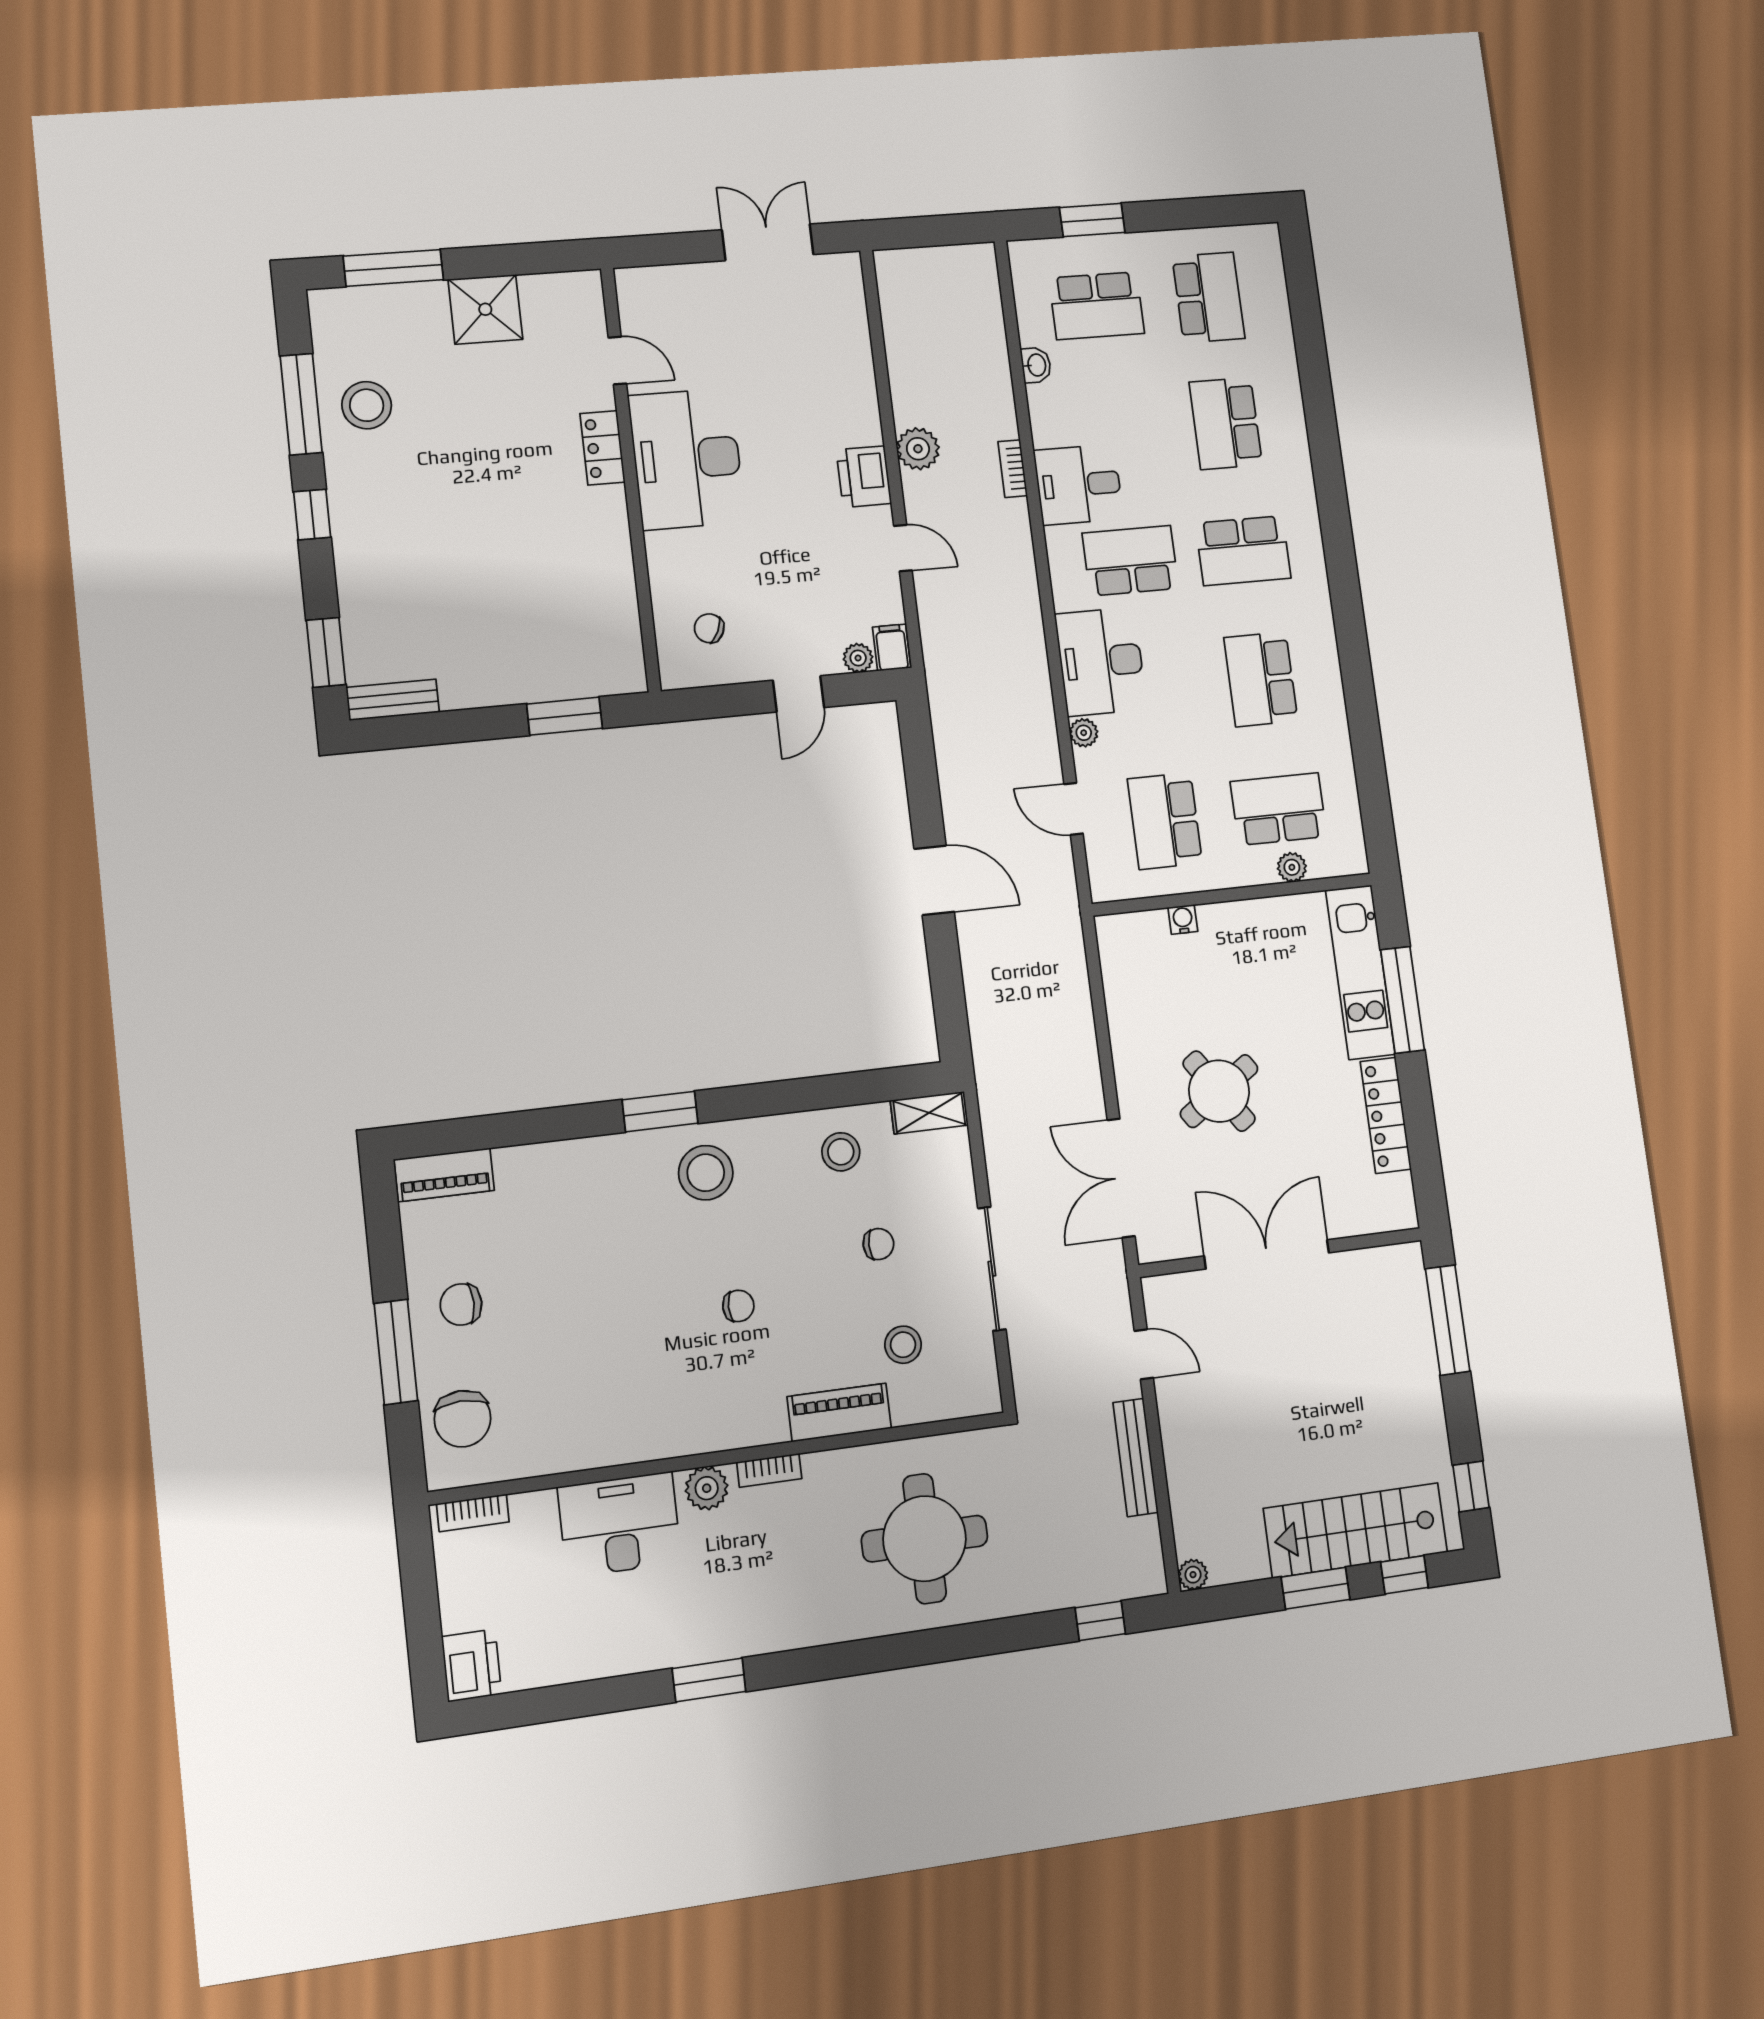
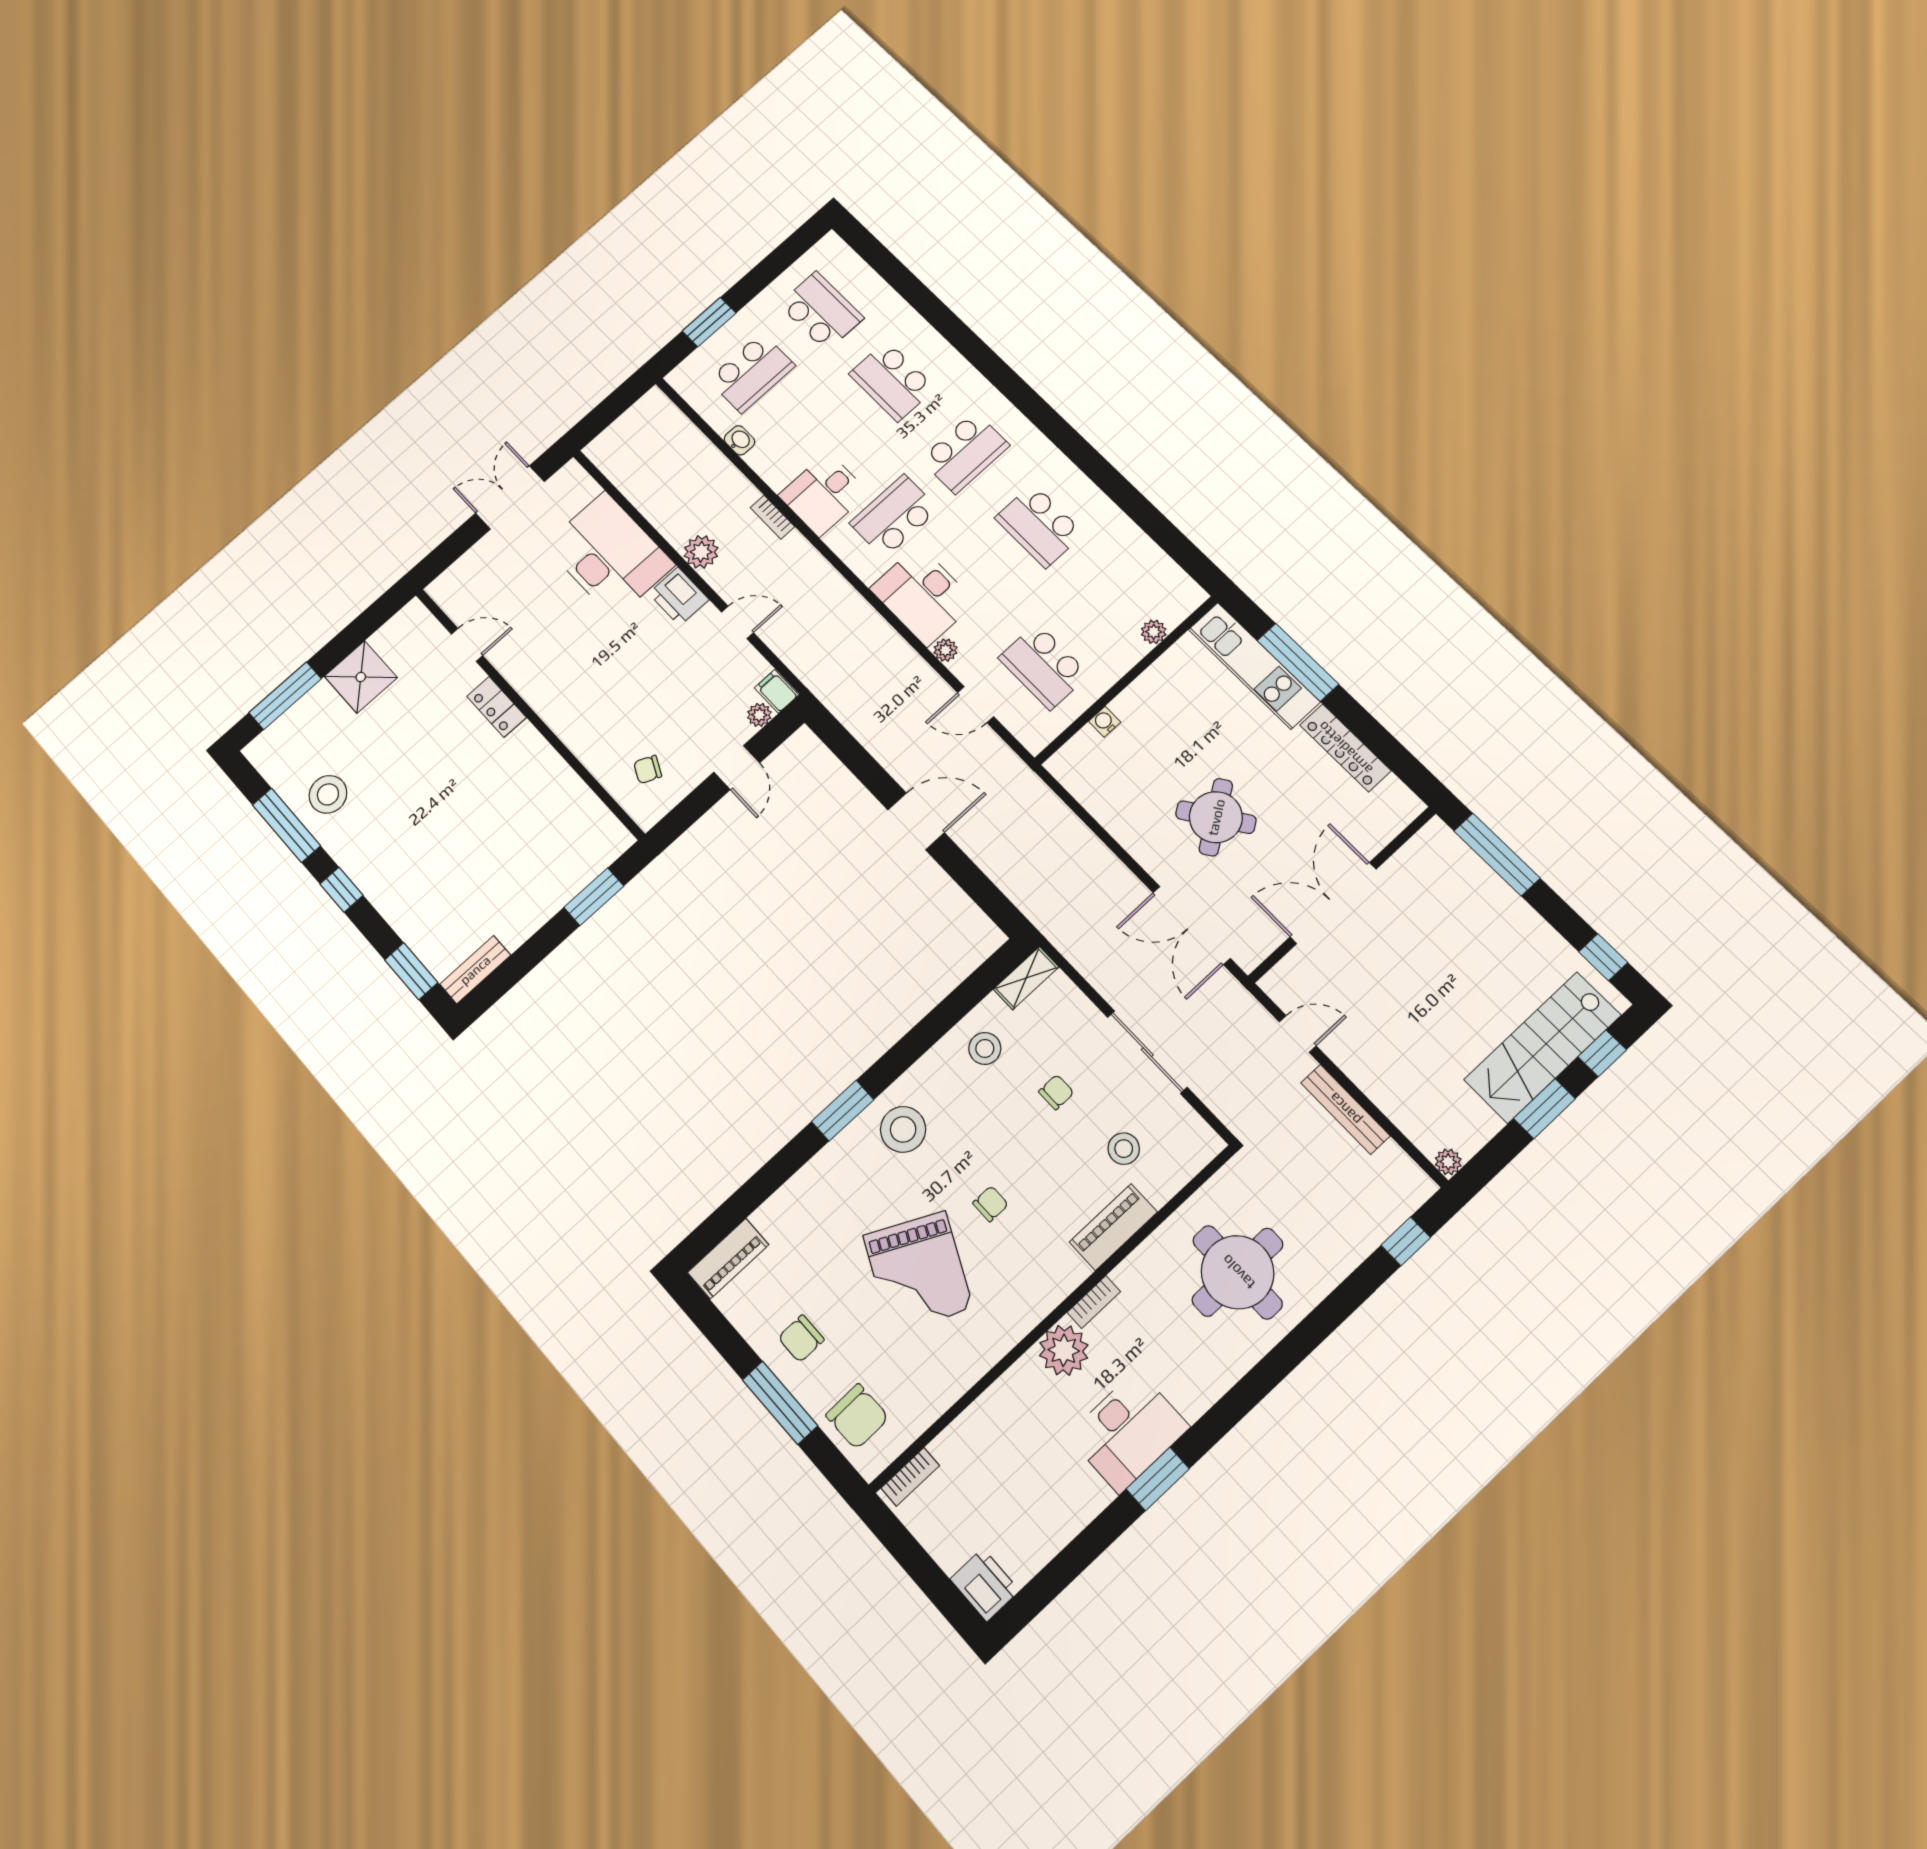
desk: (687, 459) -> (609, 555), moved, turned 180
school desk: (1279, 809) -> (1116, 601), removed
grand piano: (621, 1321) -> (918, 1272), added
plant: (707, 1488) -> (1064, 1350), width x1.36, depth x1.36
desk: (620, 1525) -> (1128, 1431), moved, turned 180

